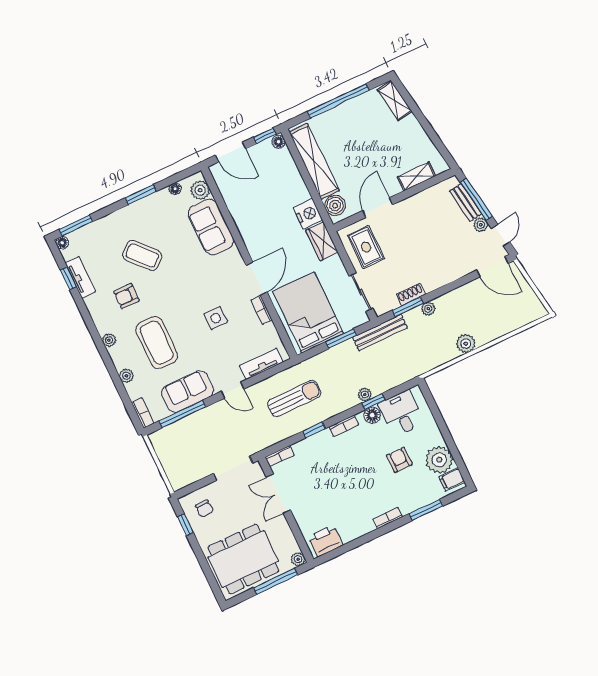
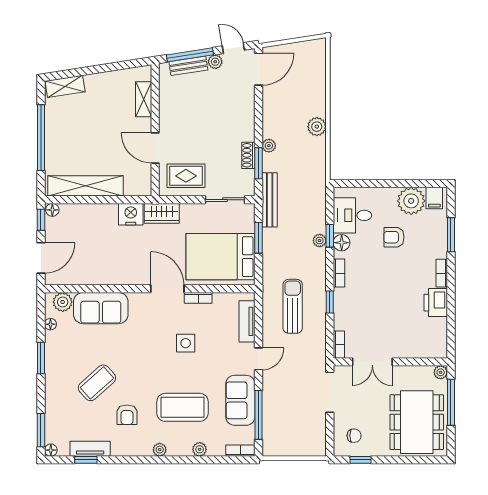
boiler: (335, 205) -> (135, 186), removed
printer: (326, 541) -> (436, 303), moved

